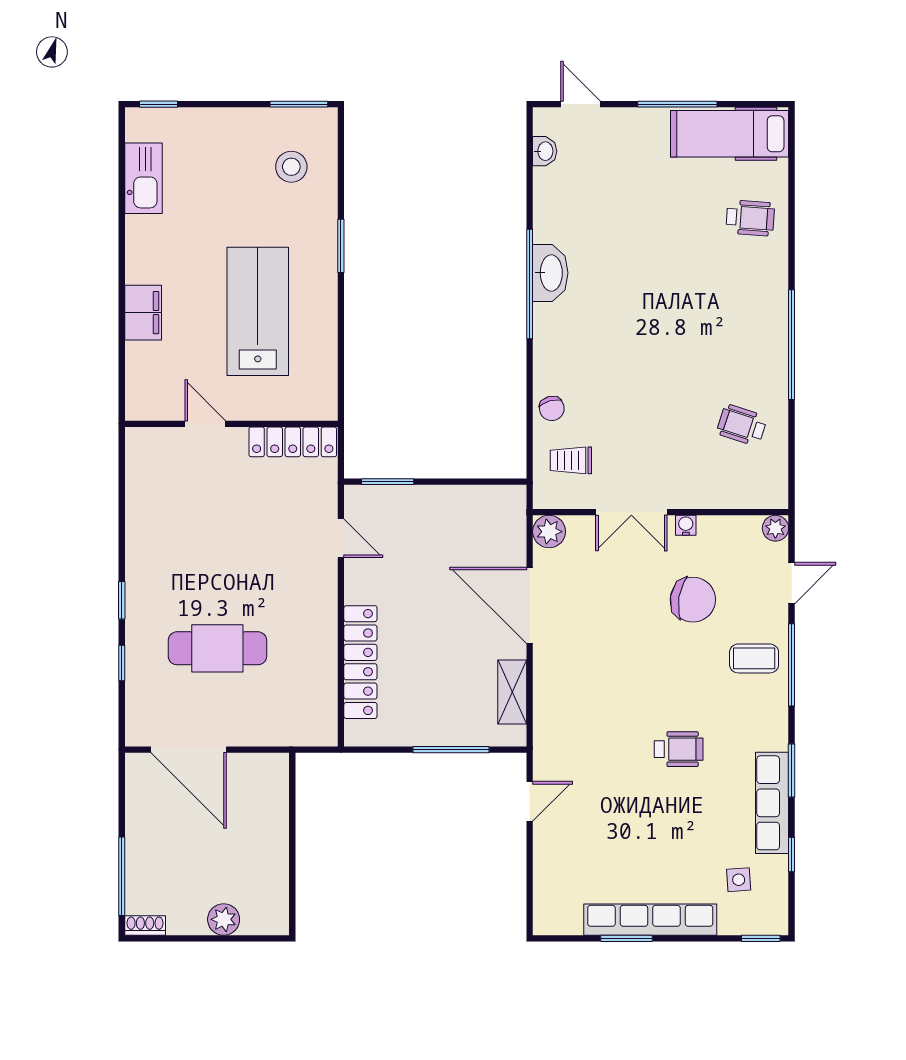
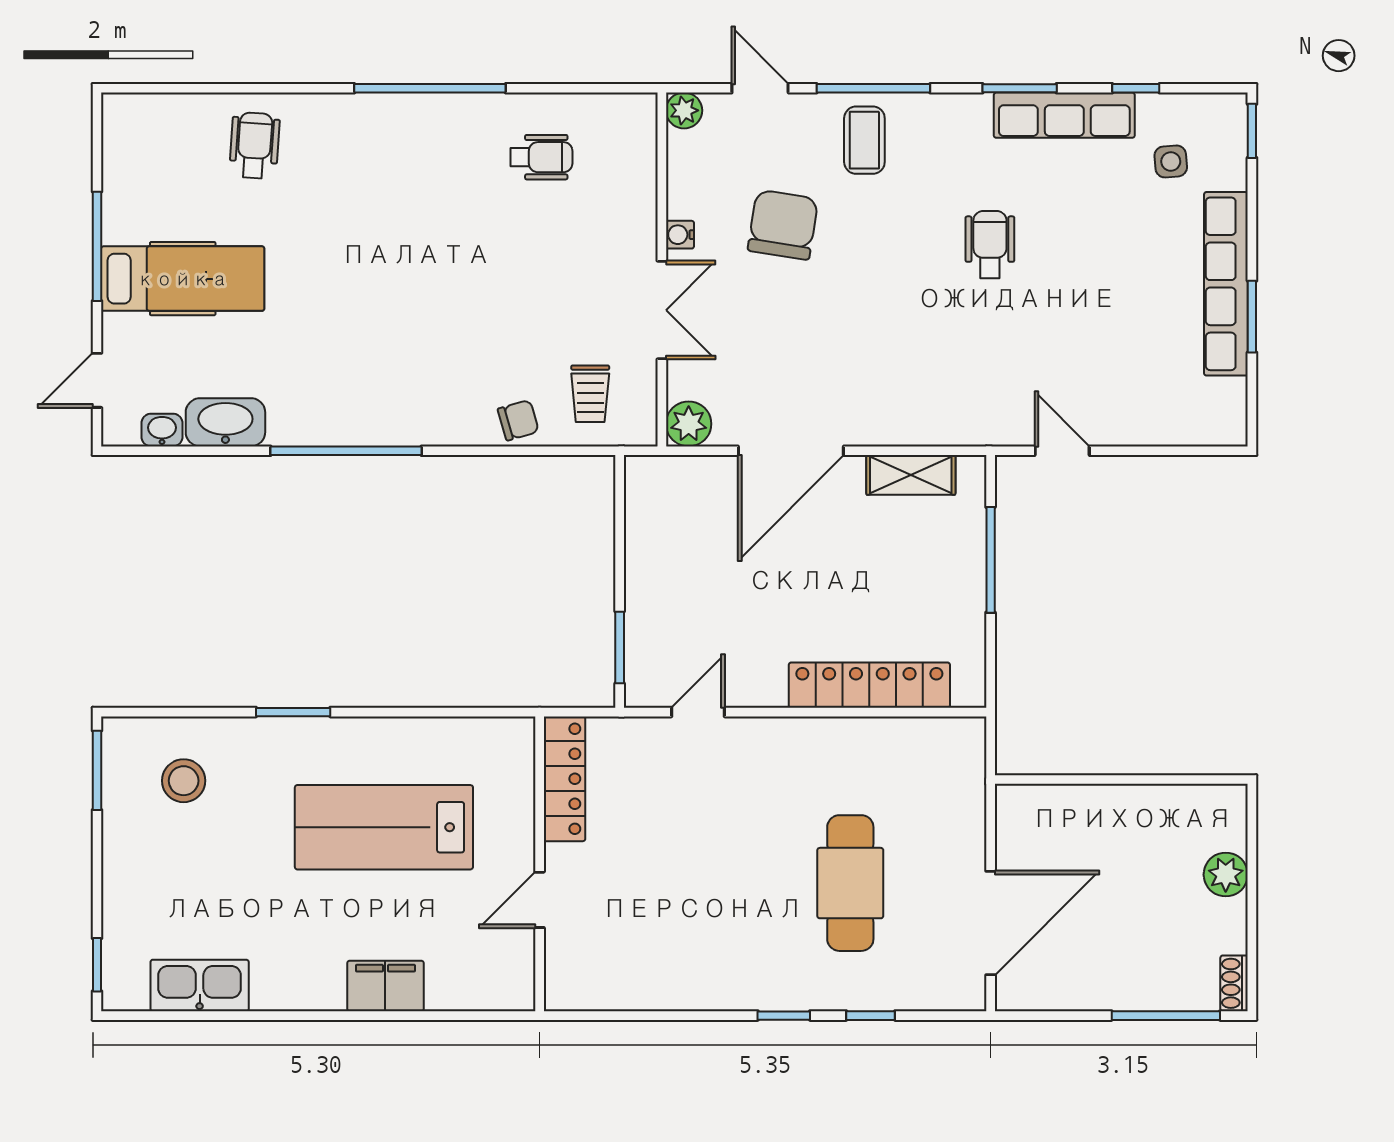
hospital bed: (730, 134) -> (183, 279), moved, turned -90
washbasin: (550, 273) -> (225, 422), moved
wheelchair: (742, 425) -> (541, 157), turned -108

